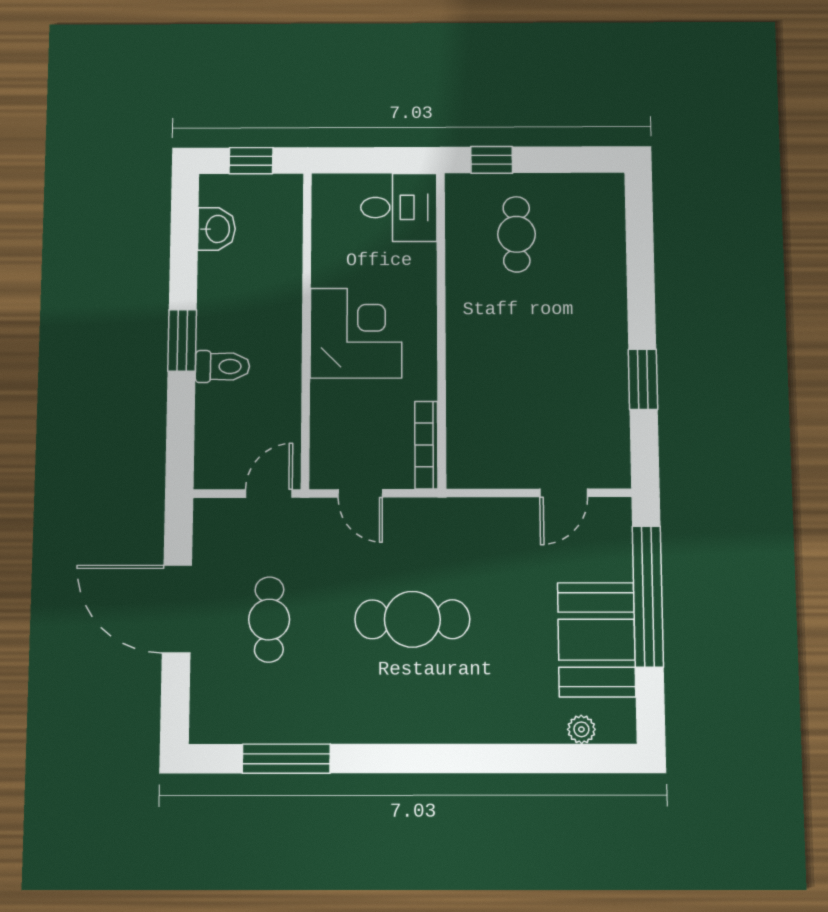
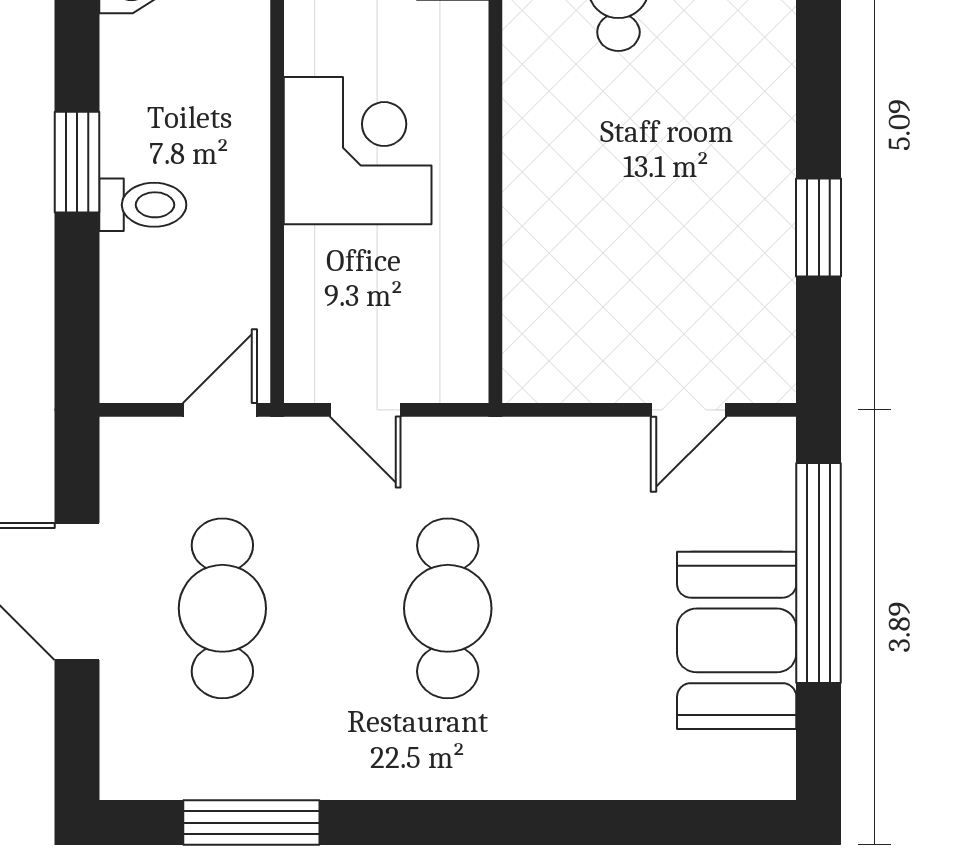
bookcase: (426, 445) -> (471, 333), removed
cafe table: (412, 619) -> (448, 608), turned 90
cafe table: (269, 620) -> (222, 608), width x1.37, depth x1.35
plant: (581, 729) -> (711, 778), removed

